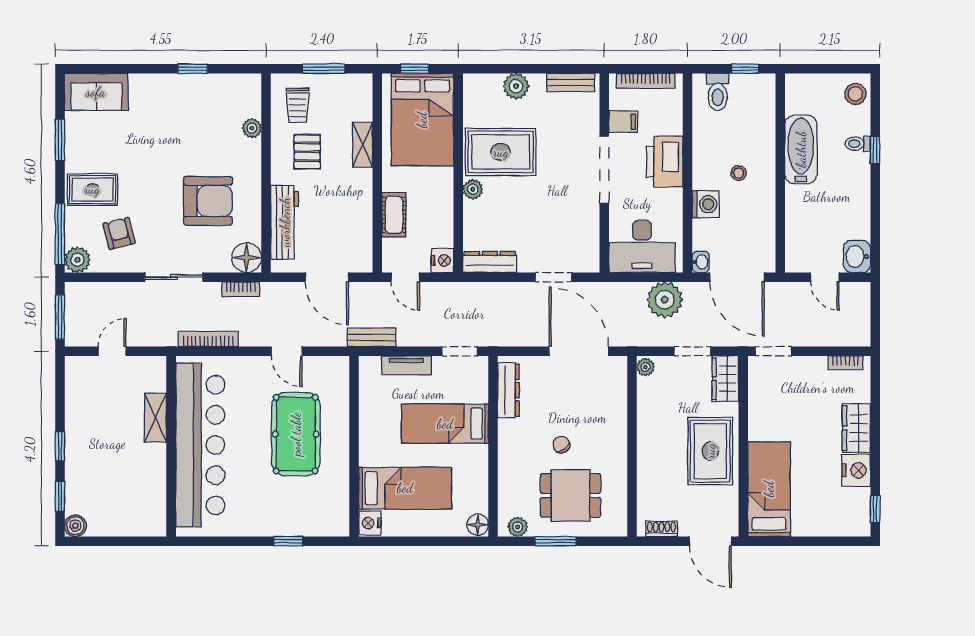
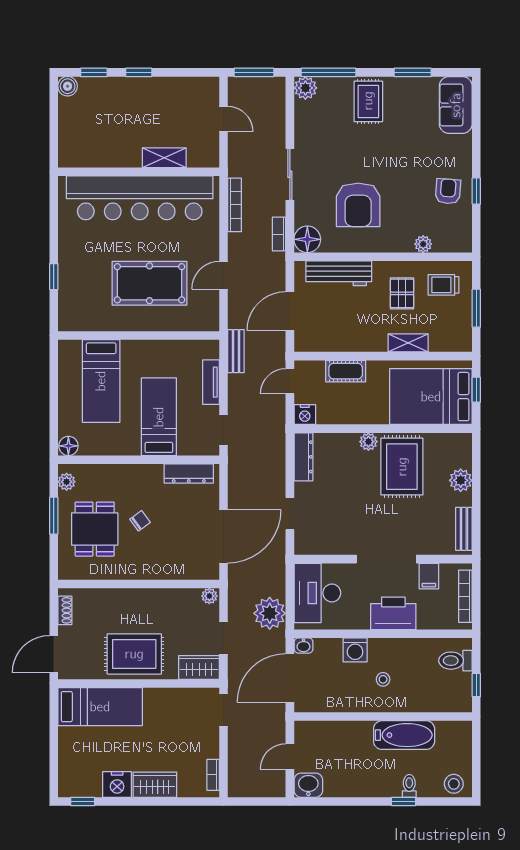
pallet: (307, 152) -> (402, 293), turned 90
armchair: (119, 233) -> (448, 191), moved, turned -72
nightstand: (370, 523) -> (70, 349), removed

